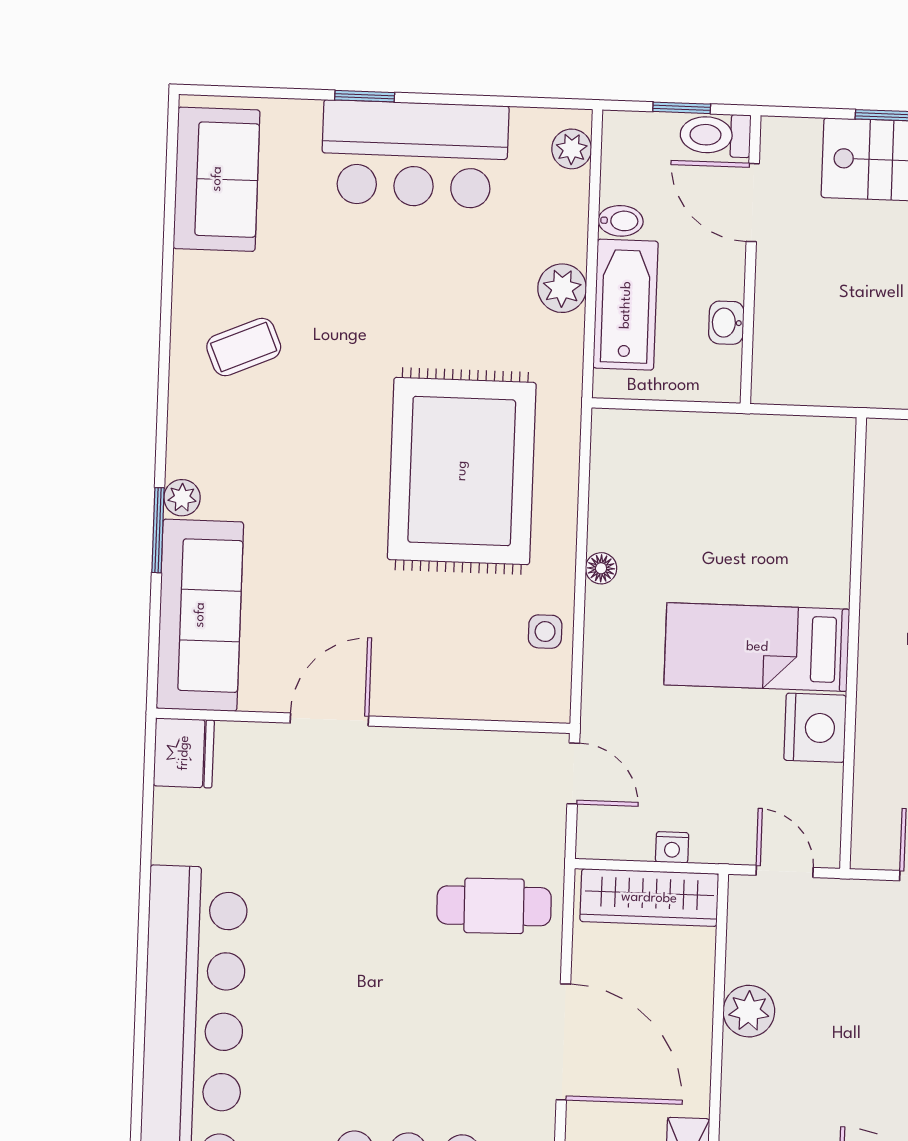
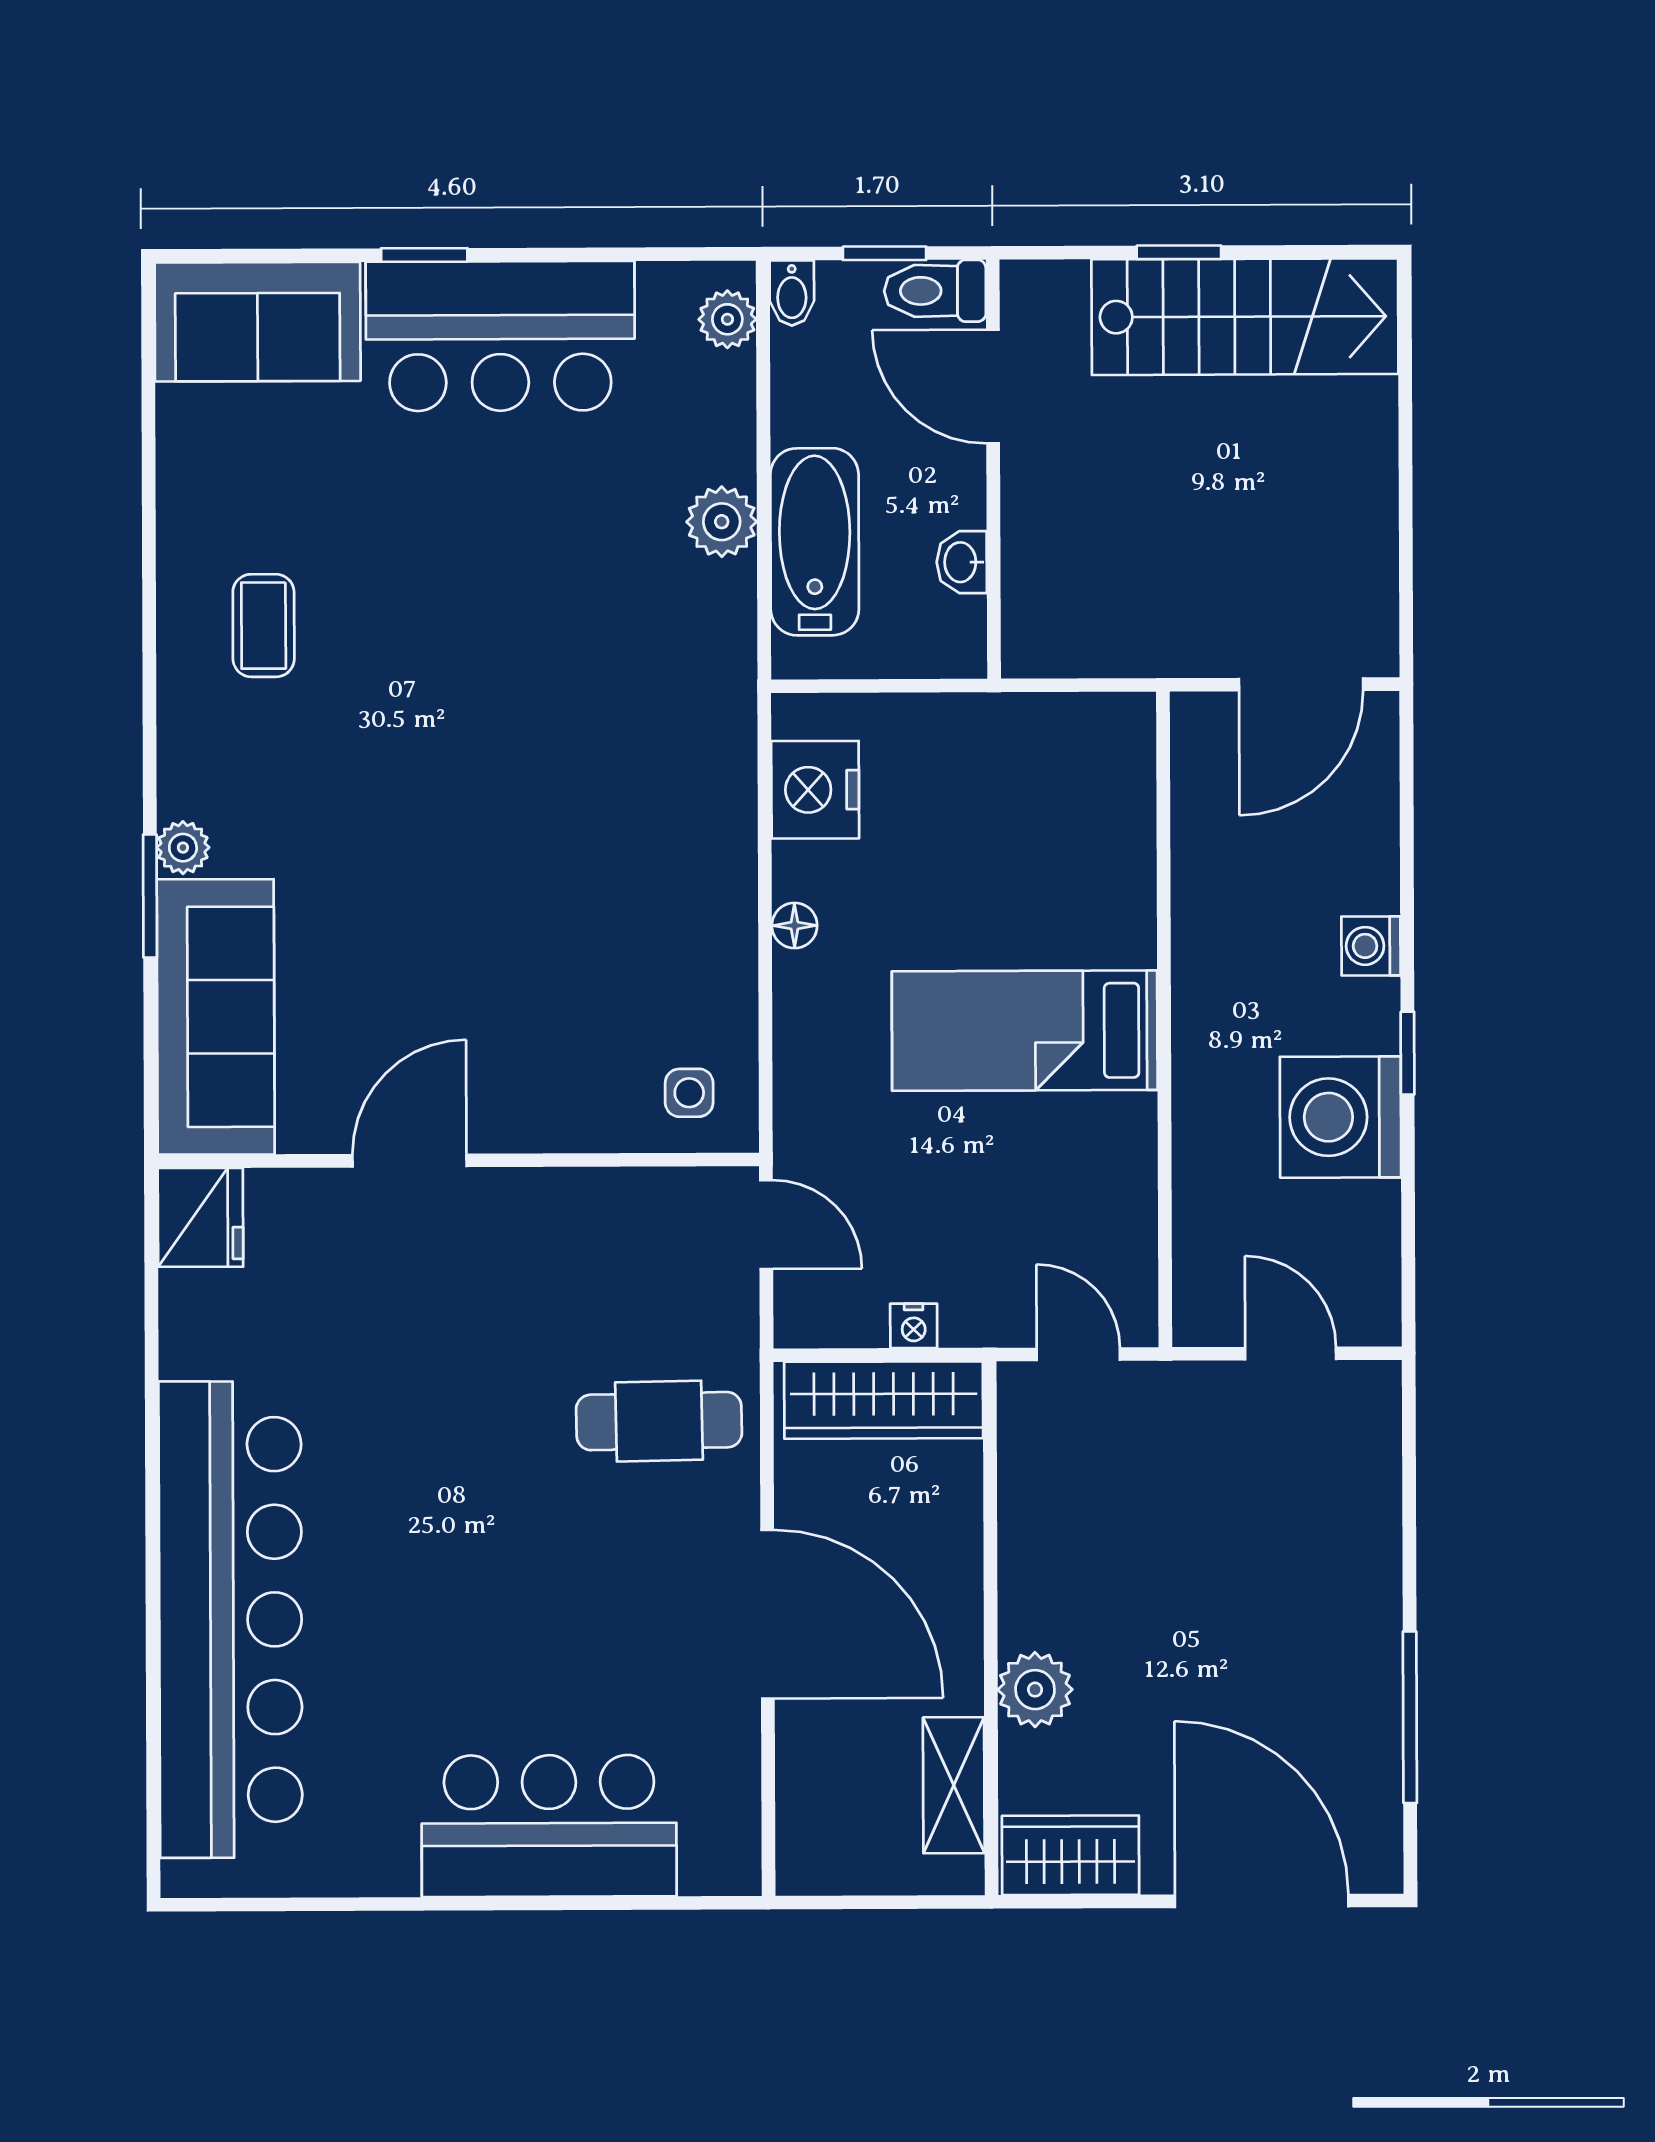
sofa: (217, 179) -> (258, 322), moved, turned 90
bidet: (621, 221) -> (792, 293), moved, turned 90
coffee table: (244, 347) -> (264, 626), turned -67
rug: (462, 471) -> (587, 793), removed
side table: (545, 632) -> (689, 1093), moved
nightstand: (815, 728) -> (815, 790), moved, turned 180
plant: (749, 1011) -> (1035, 1690), moved

